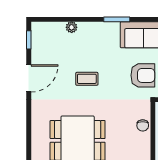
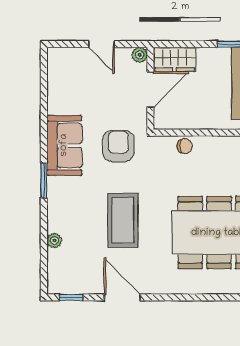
coffee table: (87, 79) -> (123, 220), width x1.86, depth x1.72

